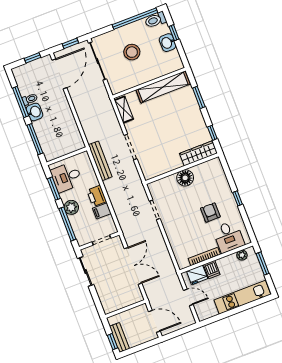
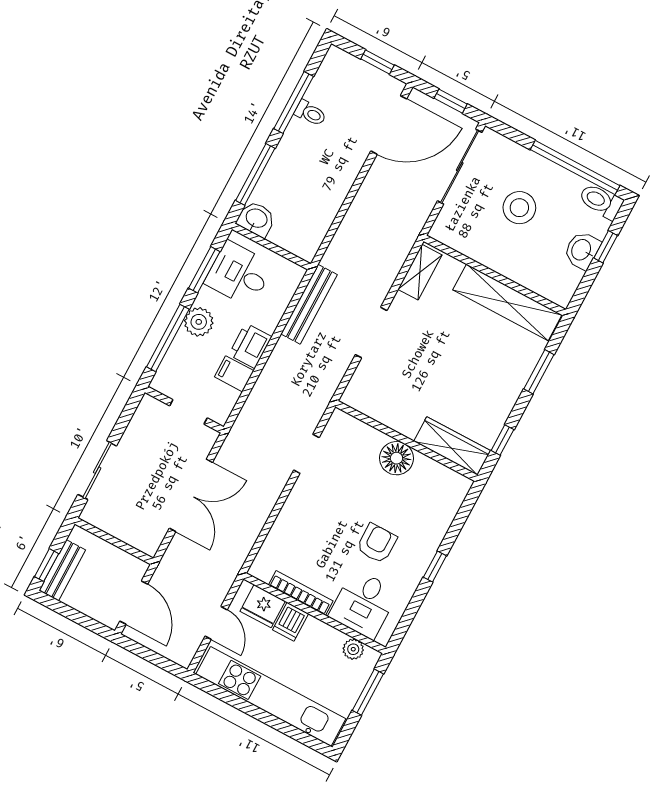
washbasin: (34, 112) -> (256, 219), moved, turned -90
sliding door: (86, 271) -> (97, 470), moved
kitchen unit: (242, 297) -> (271, 697), width x1.36

